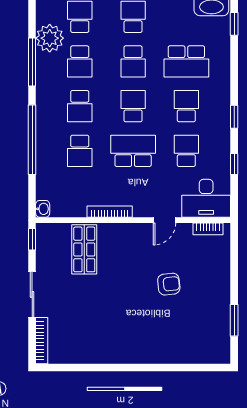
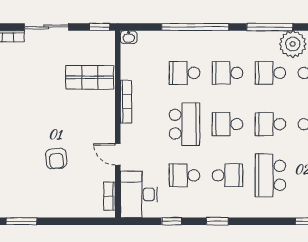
school desk: (133, 106) -> (227, 124), turned 180
school desk: (186, 151) -> (184, 175), turned 180

